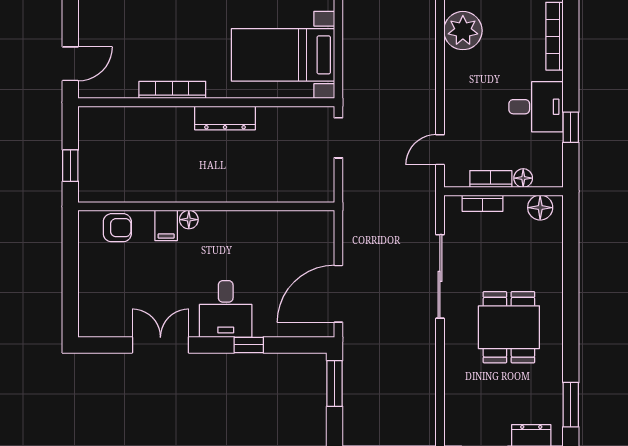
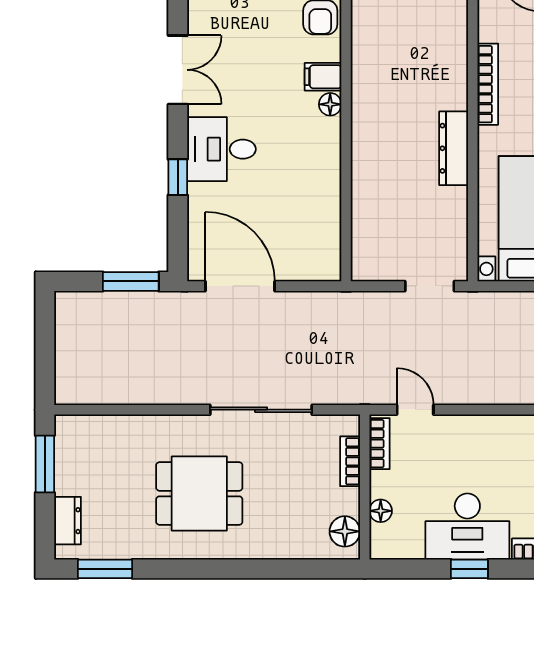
desk: (536, 107) -> (467, 526), width x1.37
window: (571, 127) -> (469, 569), moved
bookcase: (491, 179) -> (379, 444), moved

